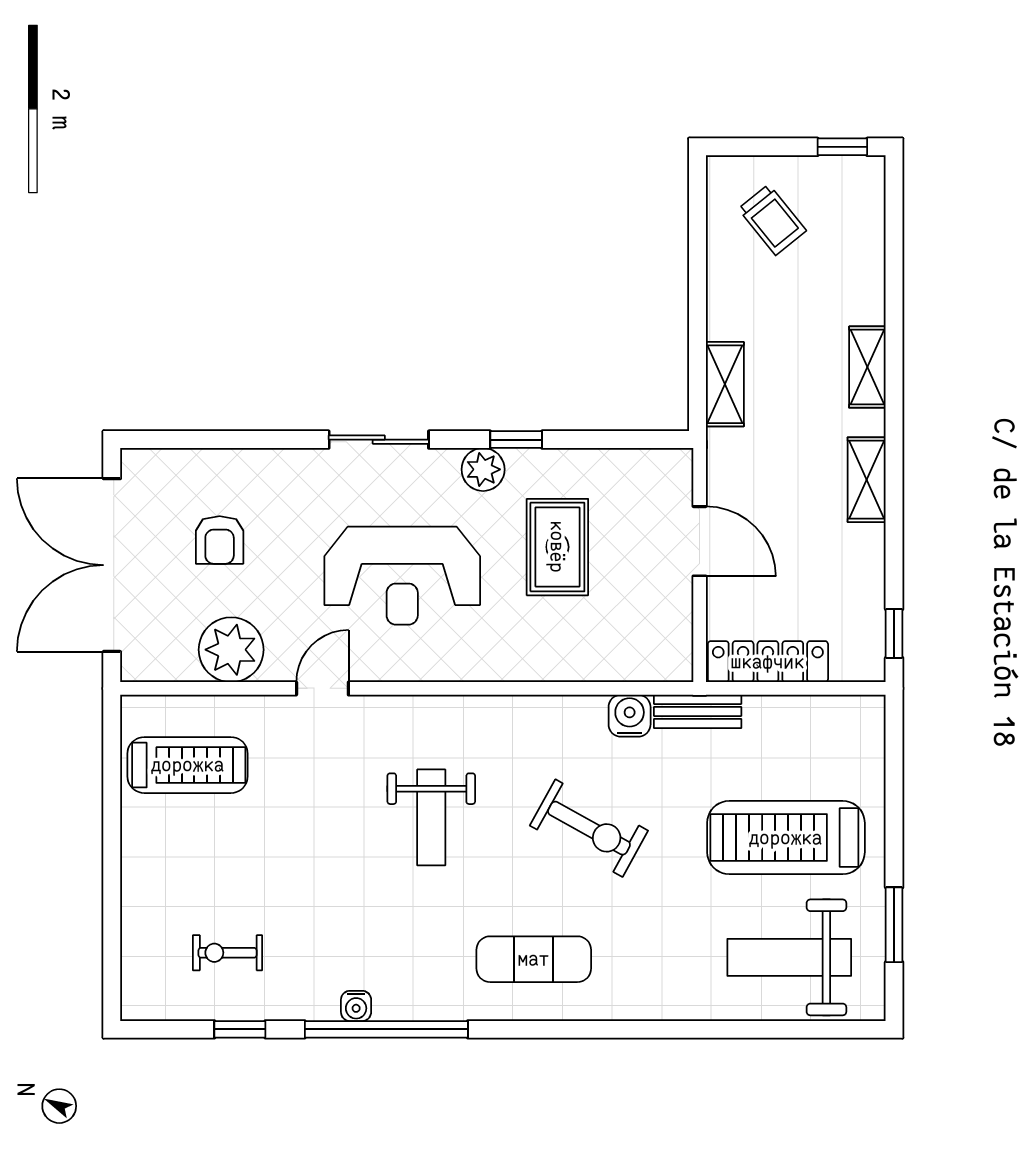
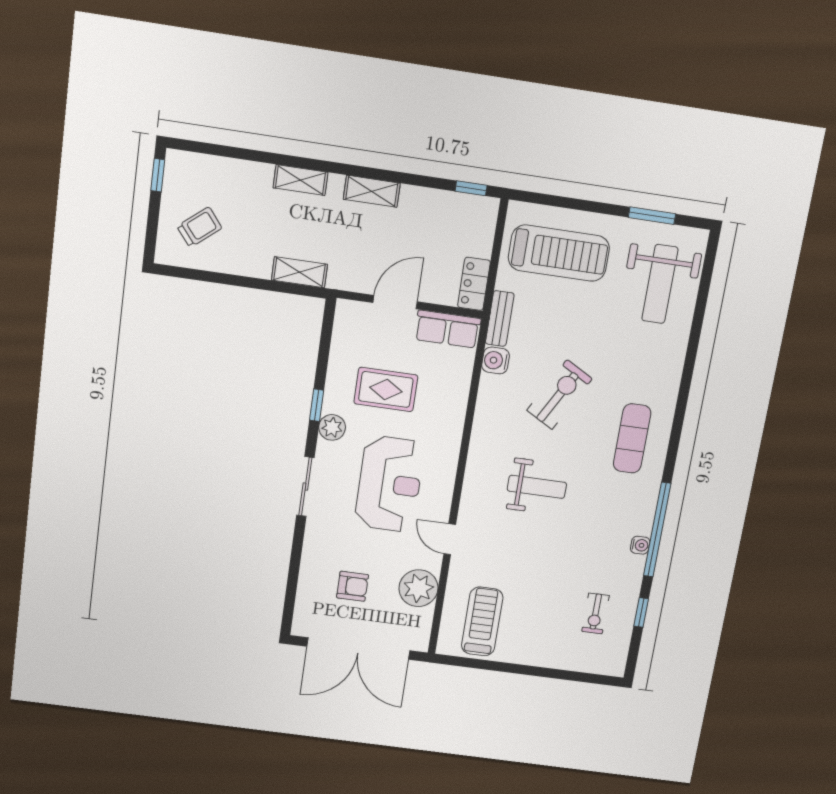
row of seats: (669, 631) -> (448, 329), added
locker: (768, 662) -> (474, 284), width x0.66
treadmill: (786, 838) -> (559, 253), moved, turned -90

